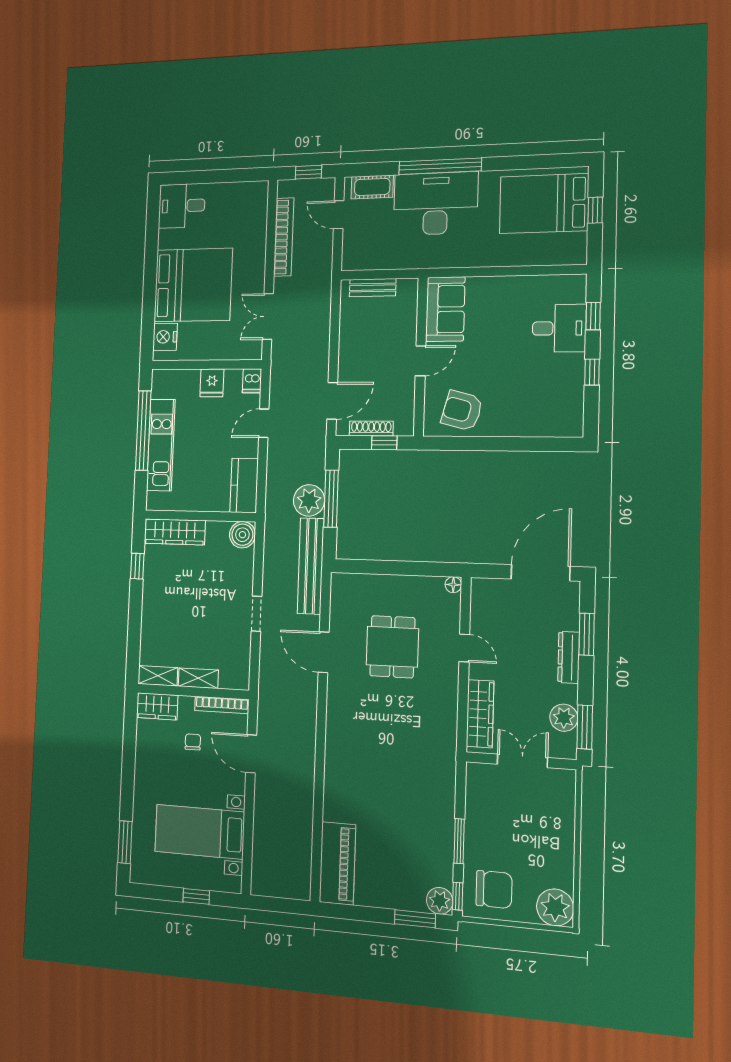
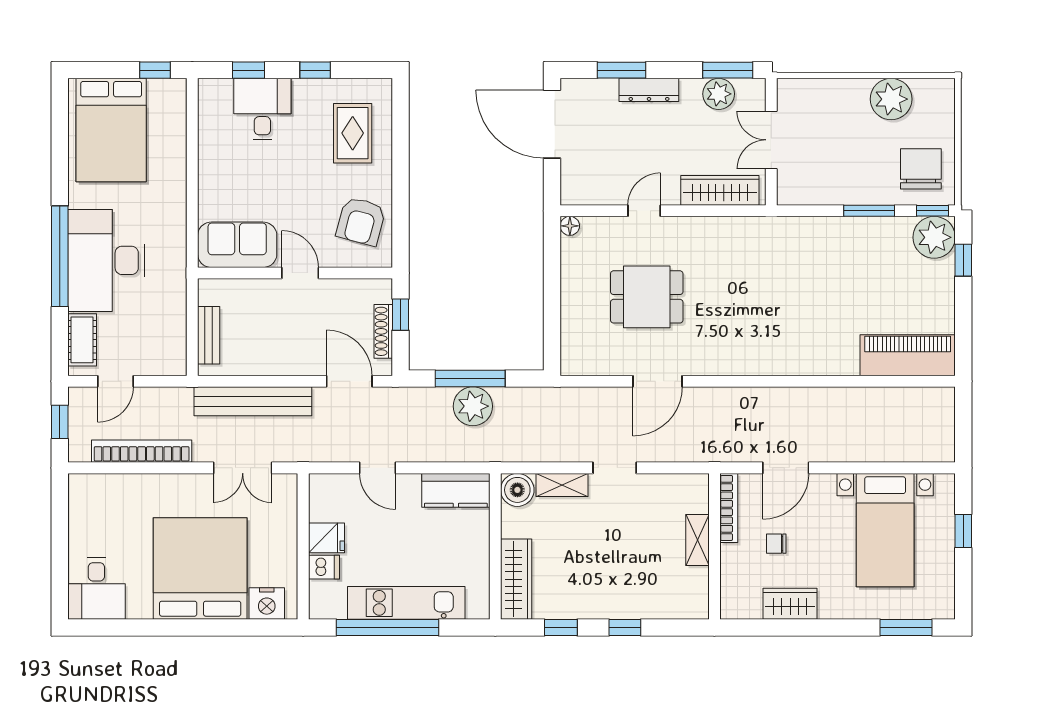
window: (595, 210) -> (155, 70), moved
dishwasher: (252, 381) -> (324, 567), moved
rug: (537, 404) -> (353, 133), added
bench: (311, 566) -> (253, 401), moved
window: (135, 617) -> (625, 627), added
shelving: (158, 676) -> (562, 485), moved, turned 90
wardrobe: (157, 706) -> (790, 604), moved, turned -90
plant: (440, 901) -> (934, 237), width x1.36, depth x1.36
plant: (555, 907) -> (891, 99), moved
window: (415, 919) -> (963, 260), width x0.67

